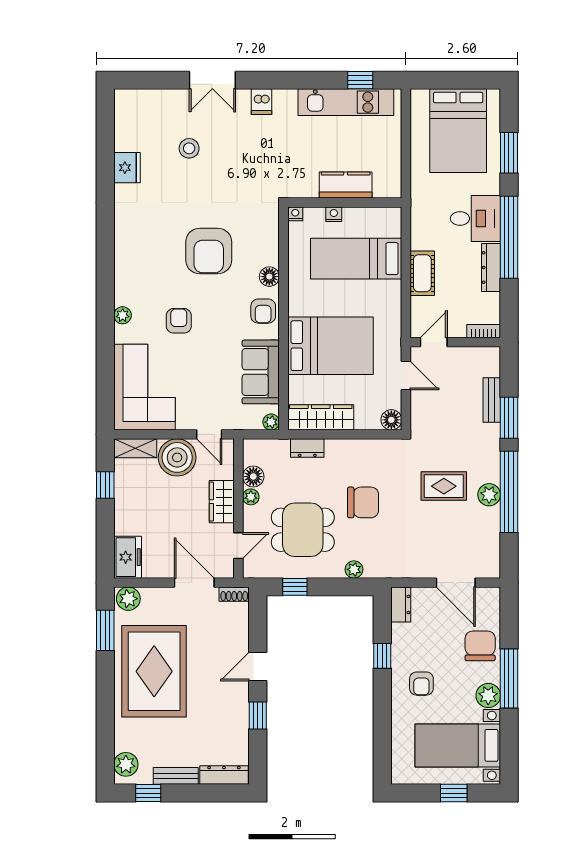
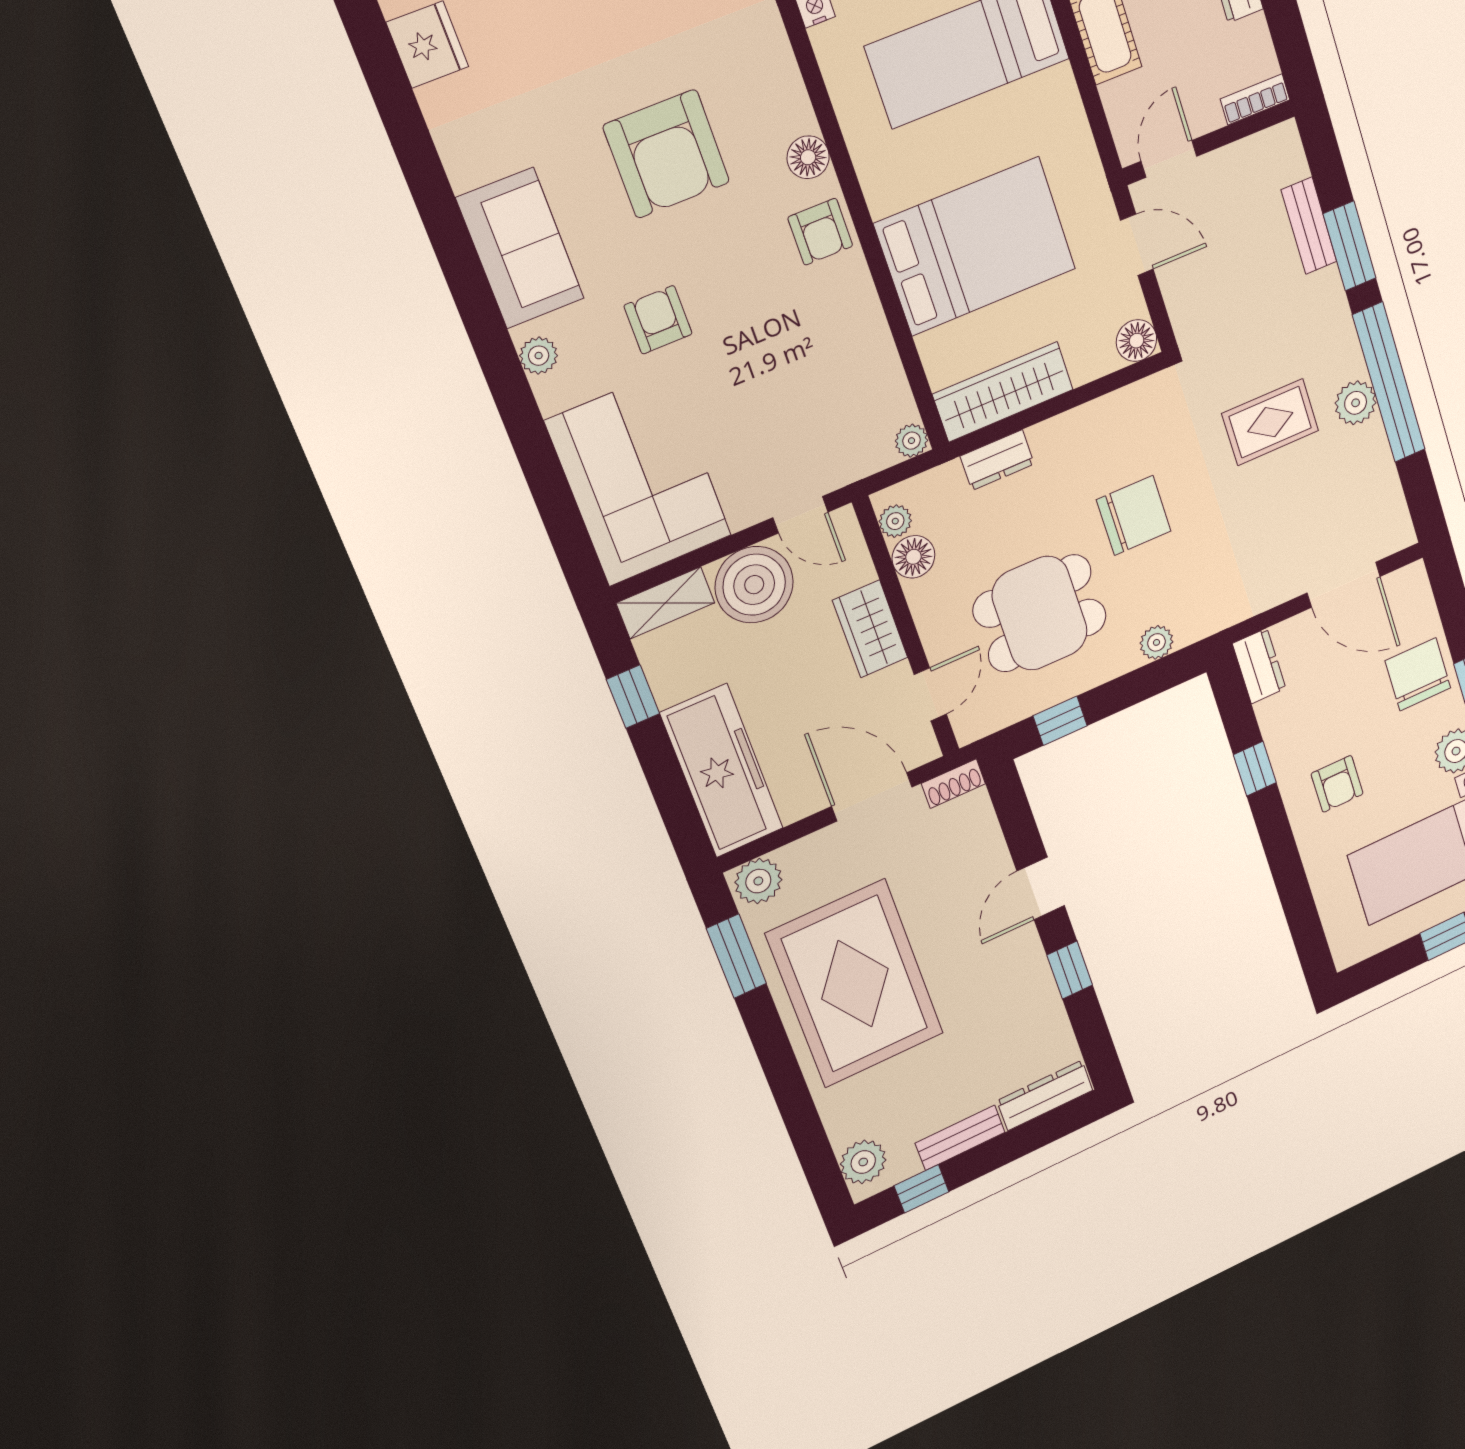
sofa: (261, 372) -> (520, 248), moved, turned 180
plant: (251, 497) -> (895, 521), moved
freezer: (128, 557) -> (722, 771), width x1.91, depth x1.26

